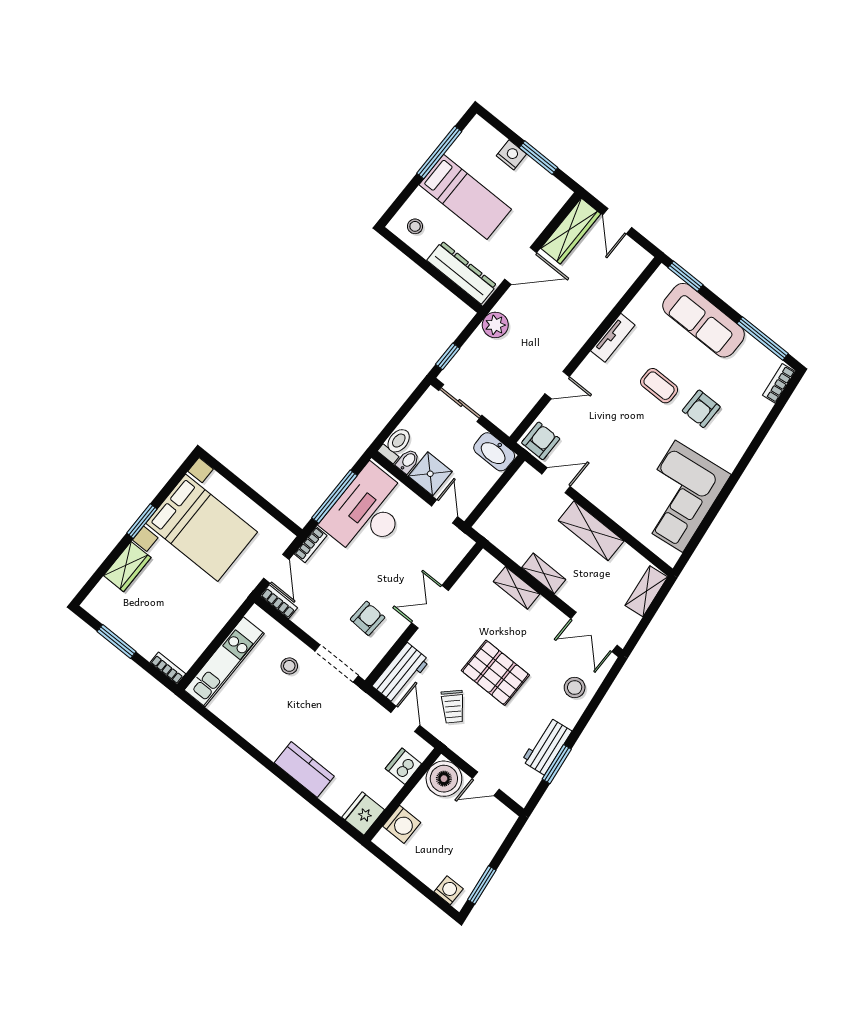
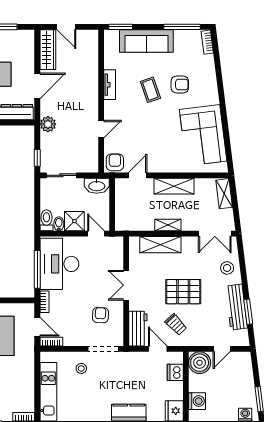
coffee table: (659, 386) -> (150, 90), turned 71
armchair: (701, 409) -> (180, 84), turned -90
shelving: (516, 588) -> (160, 245), width x1.50, depth x1.33
workbench: (547, 746) -> (236, 307), width x1.37

